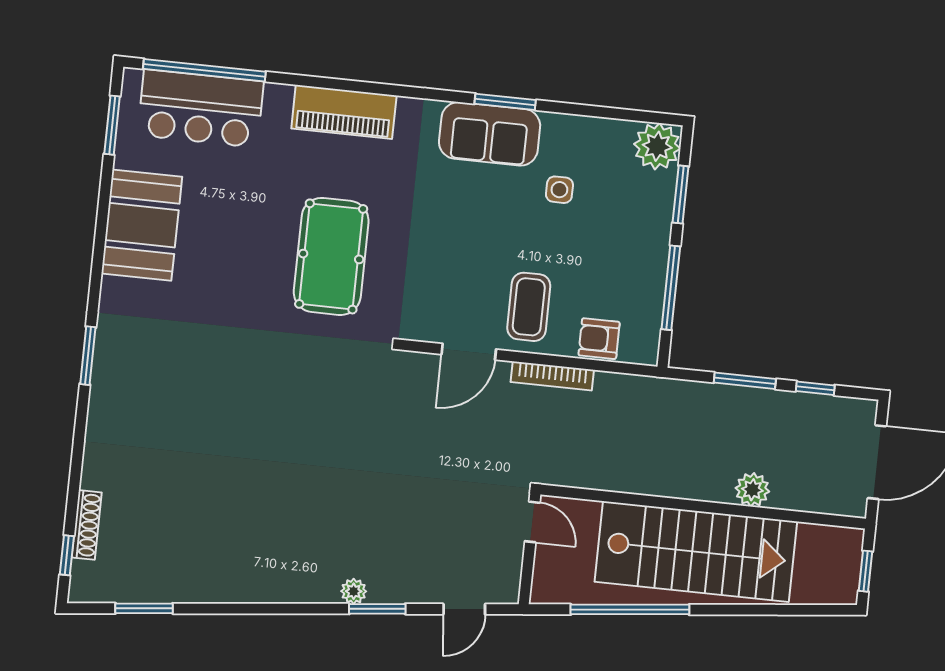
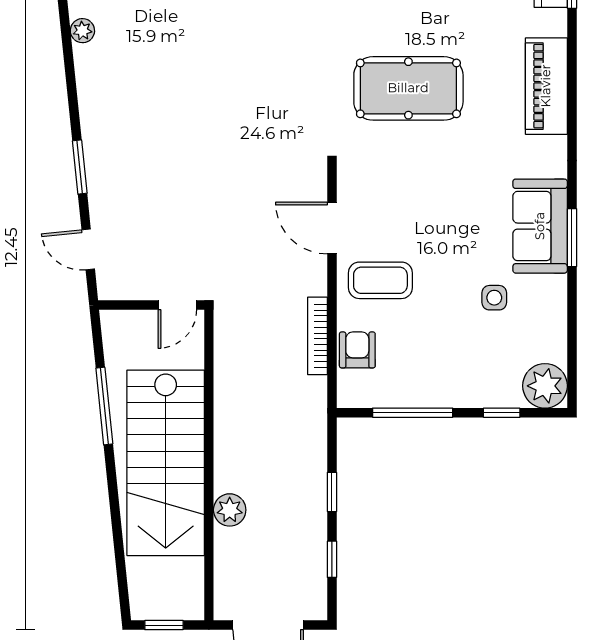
window: (681, 195) -> (502, 413), width x0.67
bookcase: (552, 376) -> (317, 336), moved
window: (745, 381) -> (332, 492), width x0.67
plant: (354, 591) -> (82, 31), moved
window: (630, 609) -> (104, 406), width x0.68

